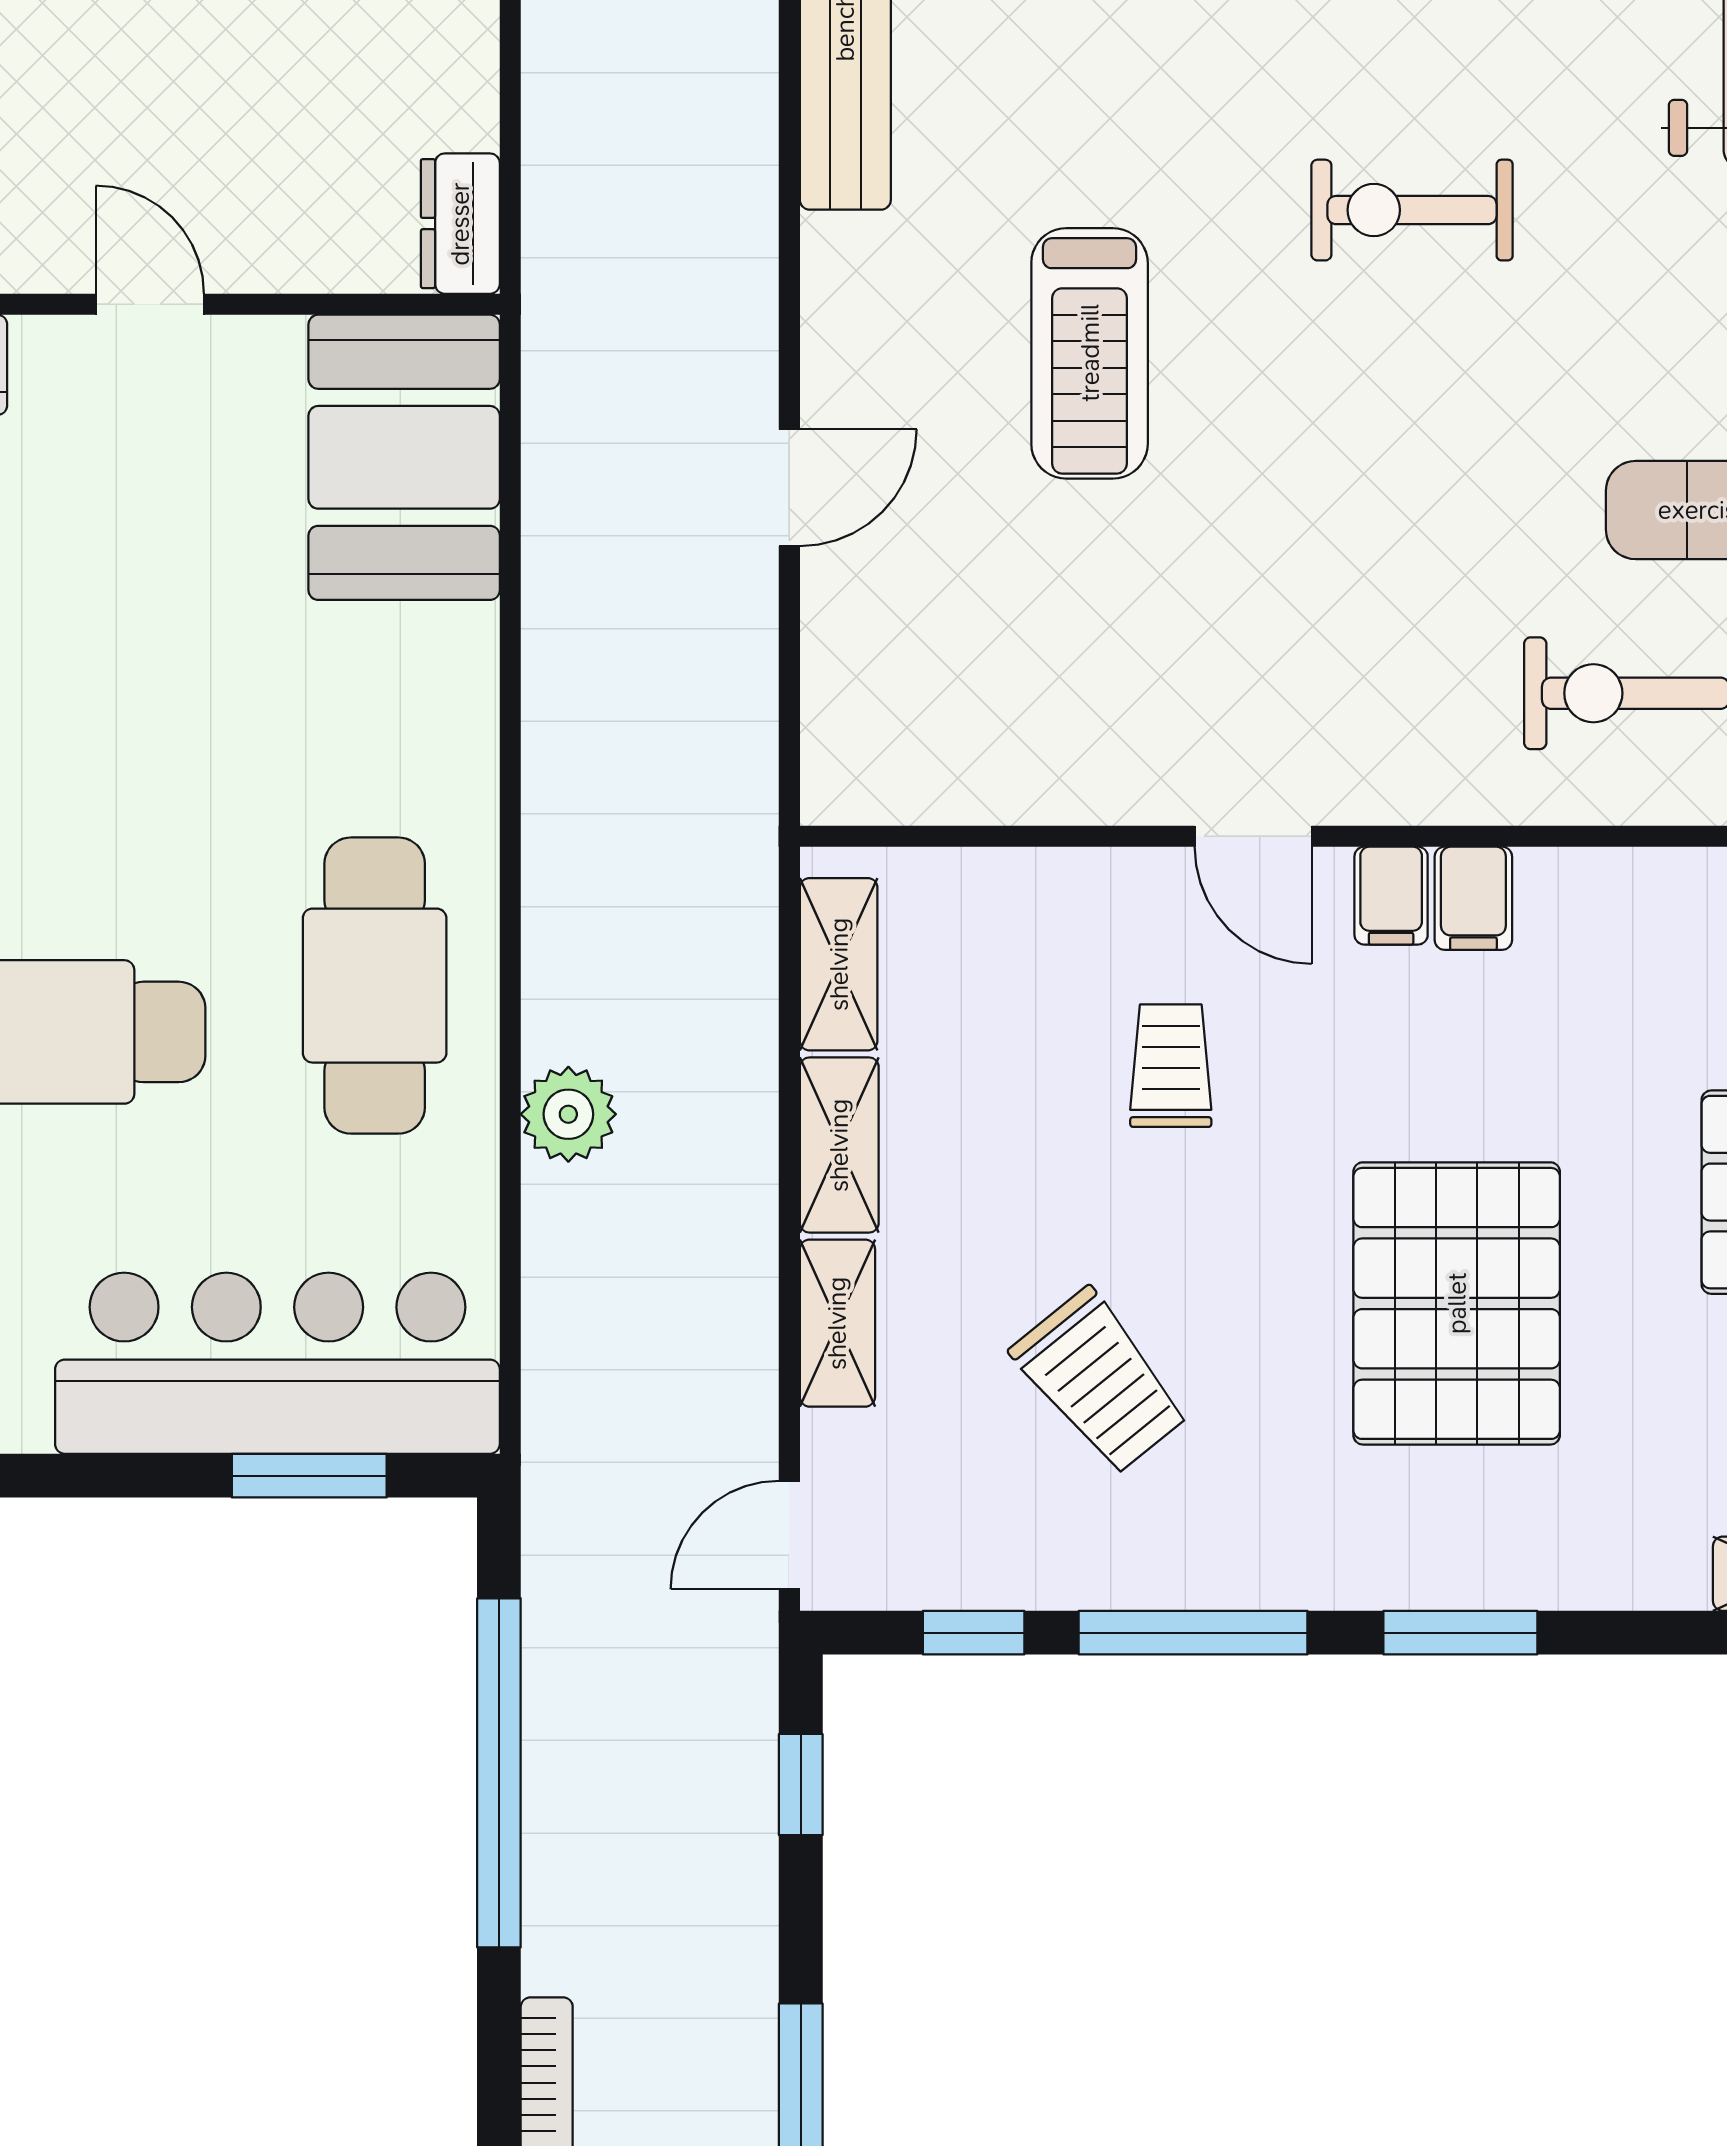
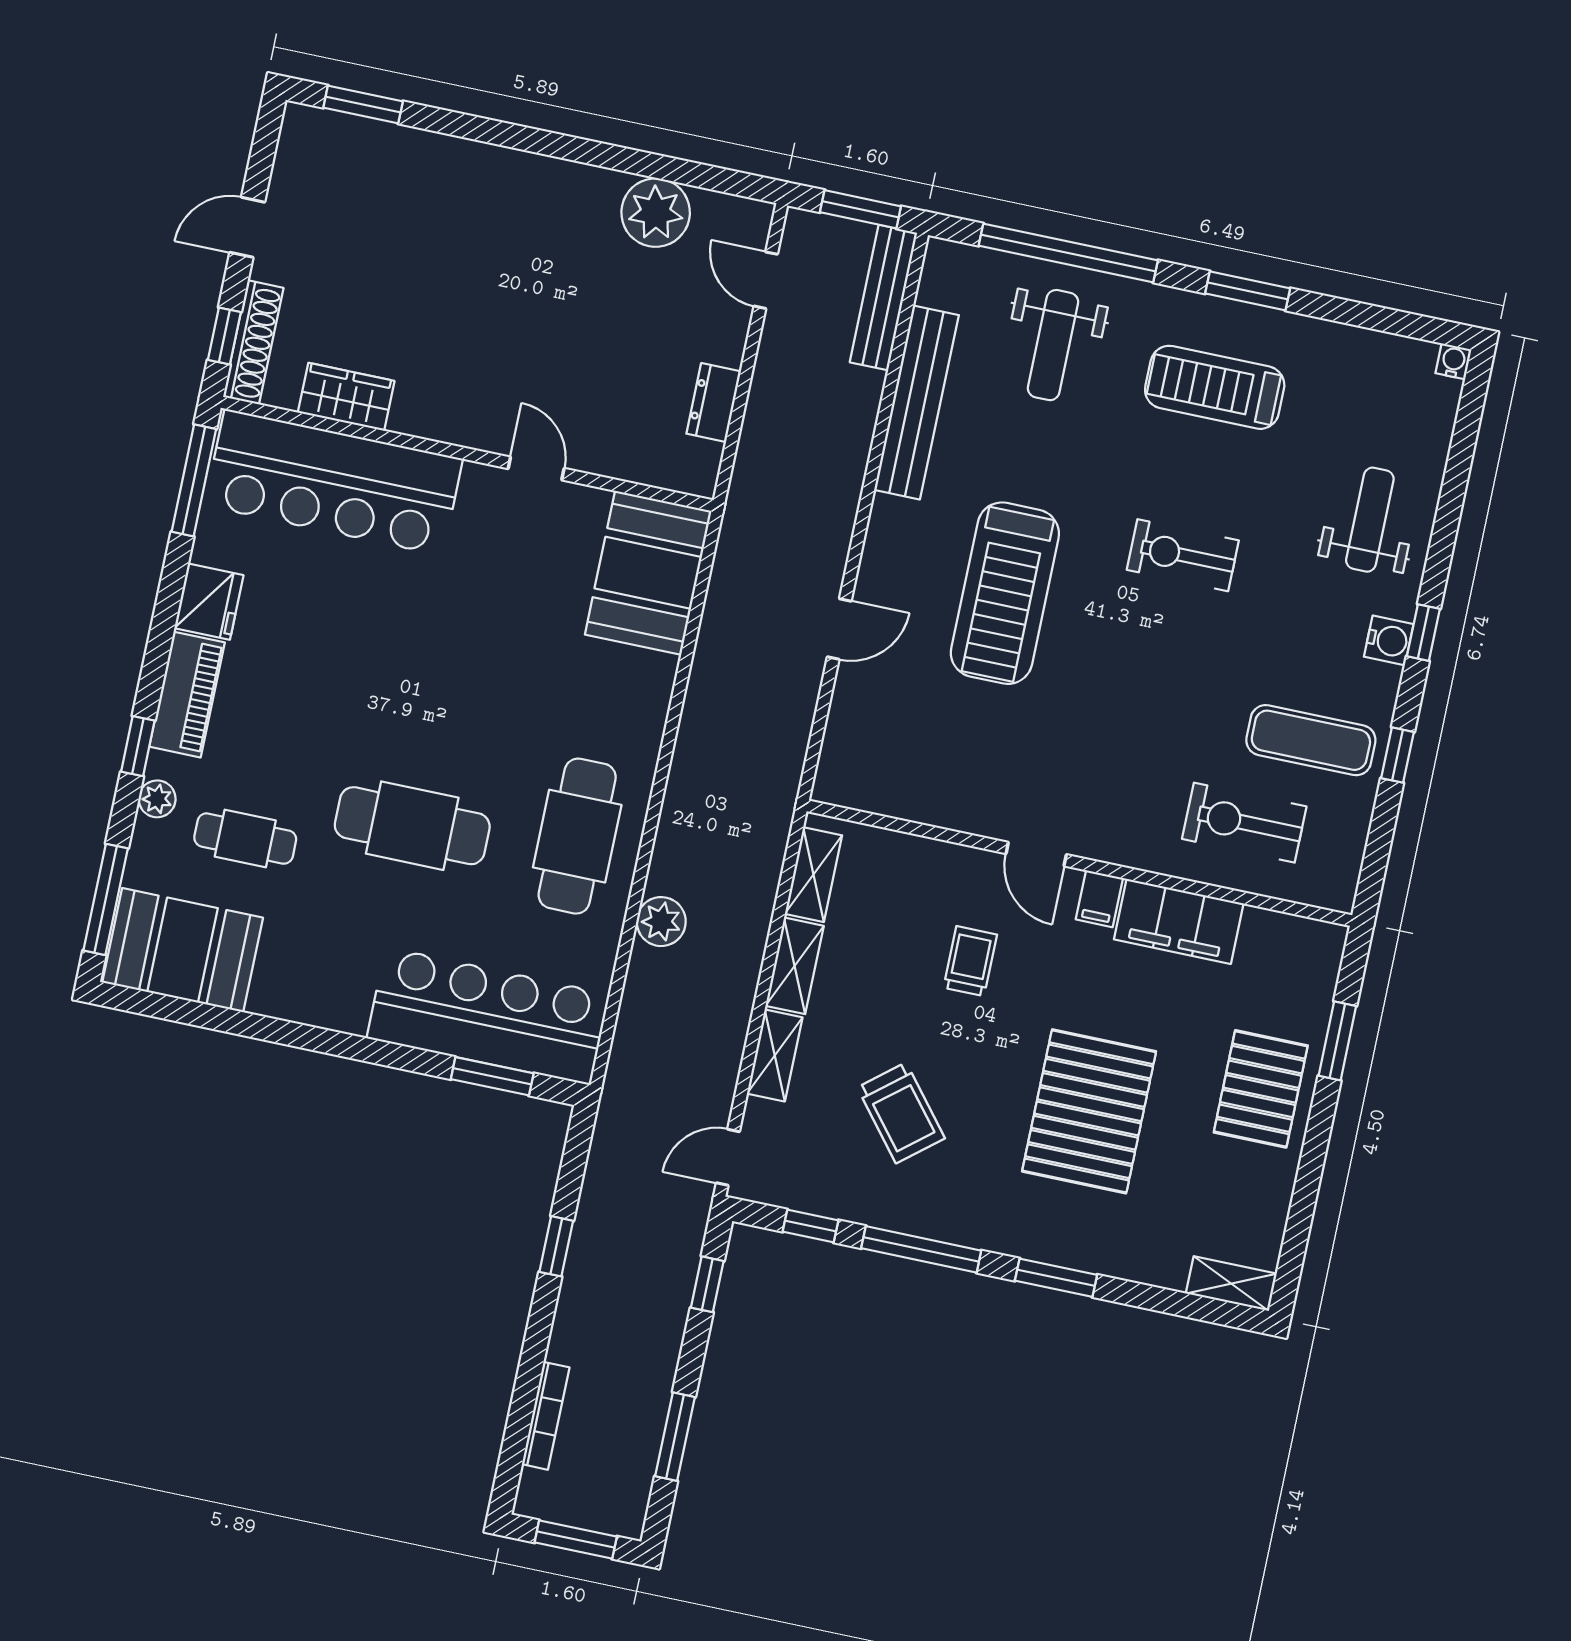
dresser: (460, 224) -> (714, 403), moved
treadmill: (1090, 353) -> (1005, 593), width x1.37, depth x1.38
filing cabinet: (1473, 898) -> (1179, 921), width x3.00, depth x1.17
window: (499, 1773) -> (556, 1246), width x0.32

